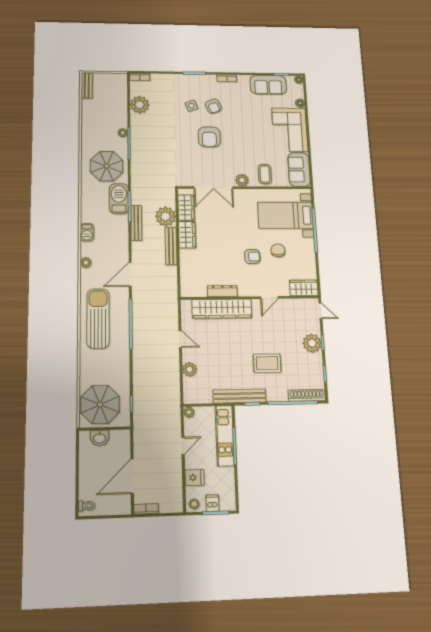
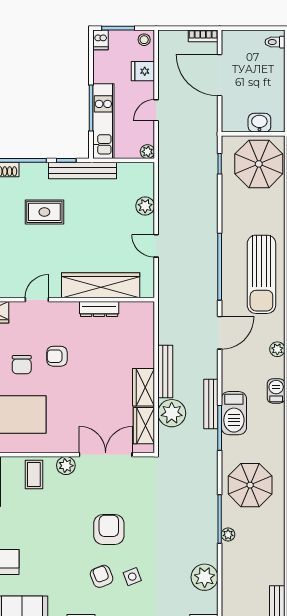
barbecue: (119, 199) -> (234, 413), moved
door: (132, 476) -> (220, 75), swing flipped
dishwasher: (212, 503) -> (100, 40), moved

